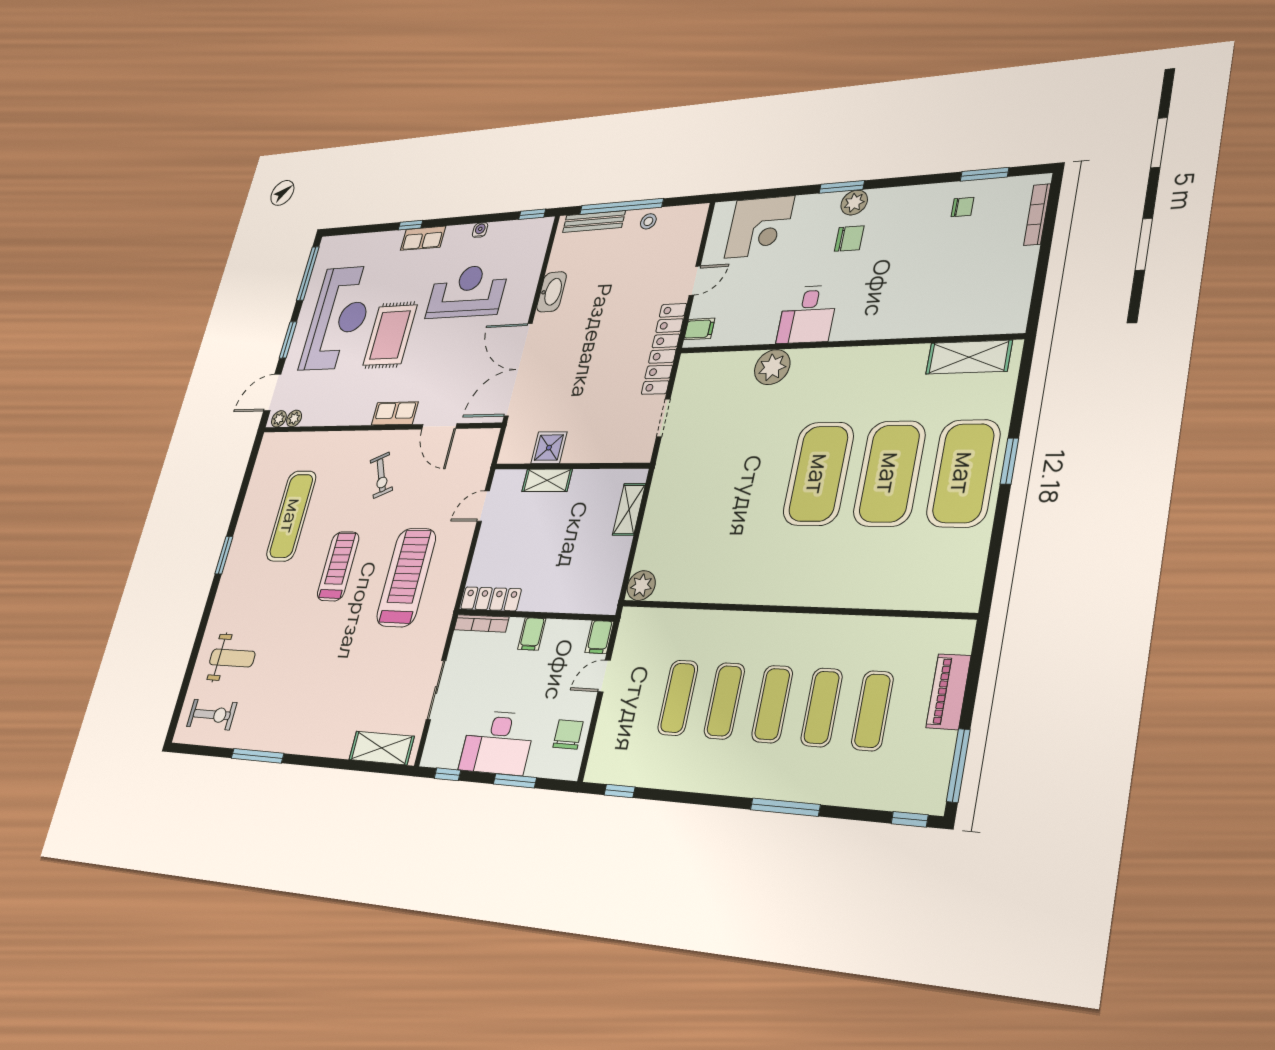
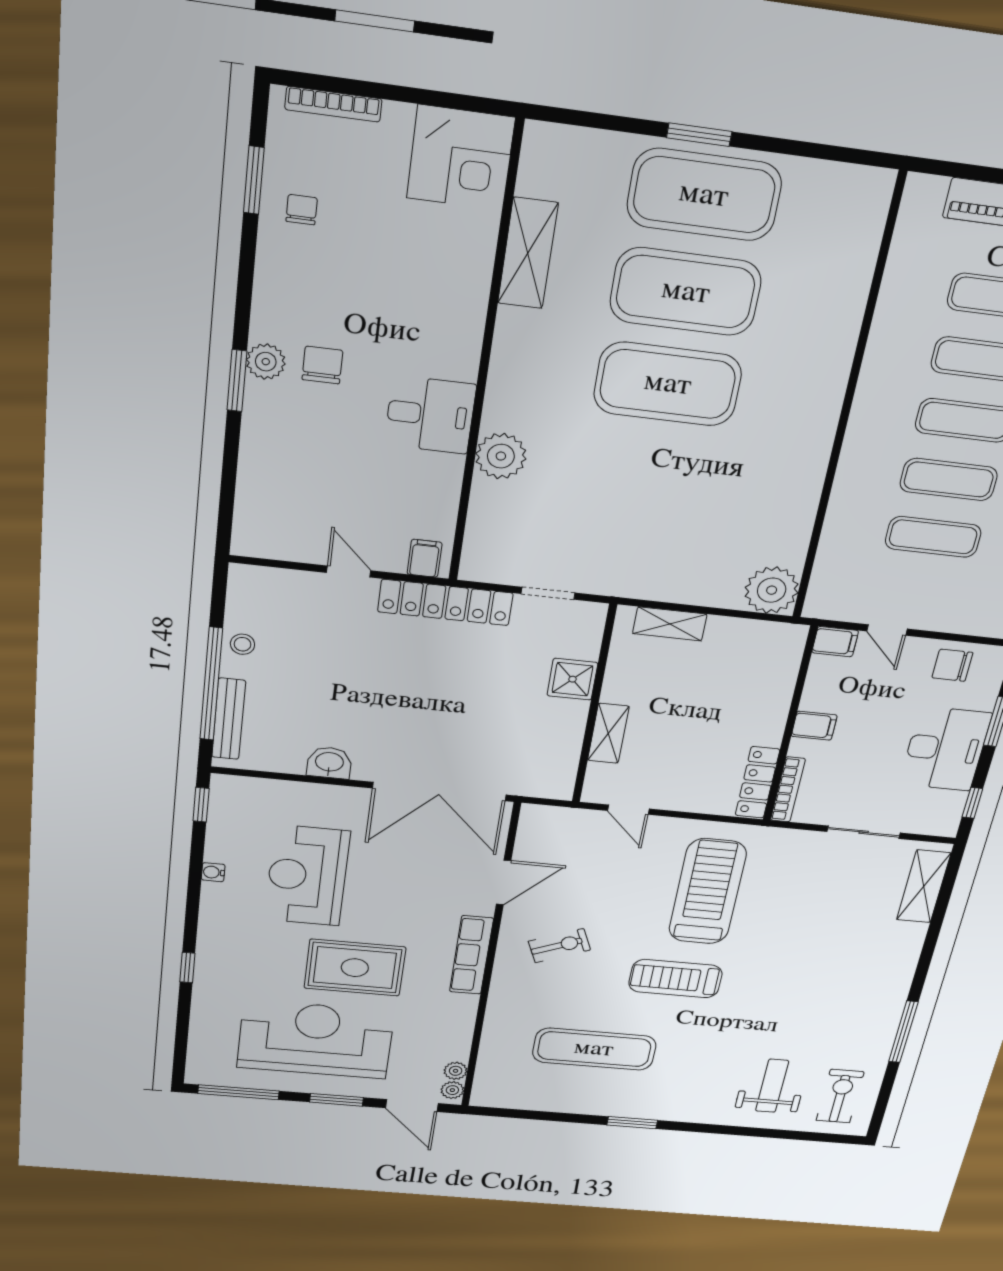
corner desk: (760, 227) -> (461, 158), moved, turned 90
row of seats: (423, 238) -> (212, 947), removed
washbasin: (552, 292) -> (329, 763), width x0.72
shelving: (969, 357) -> (528, 253), moved
row of seats: (395, 413) -> (471, 955), width x1.48
shower: (549, 448) -> (572, 679), moved
treadmill: (406, 577) -> (707, 892), turned 90
plant: (641, 586) -> (772, 590), width x1.36, depth x1.36

